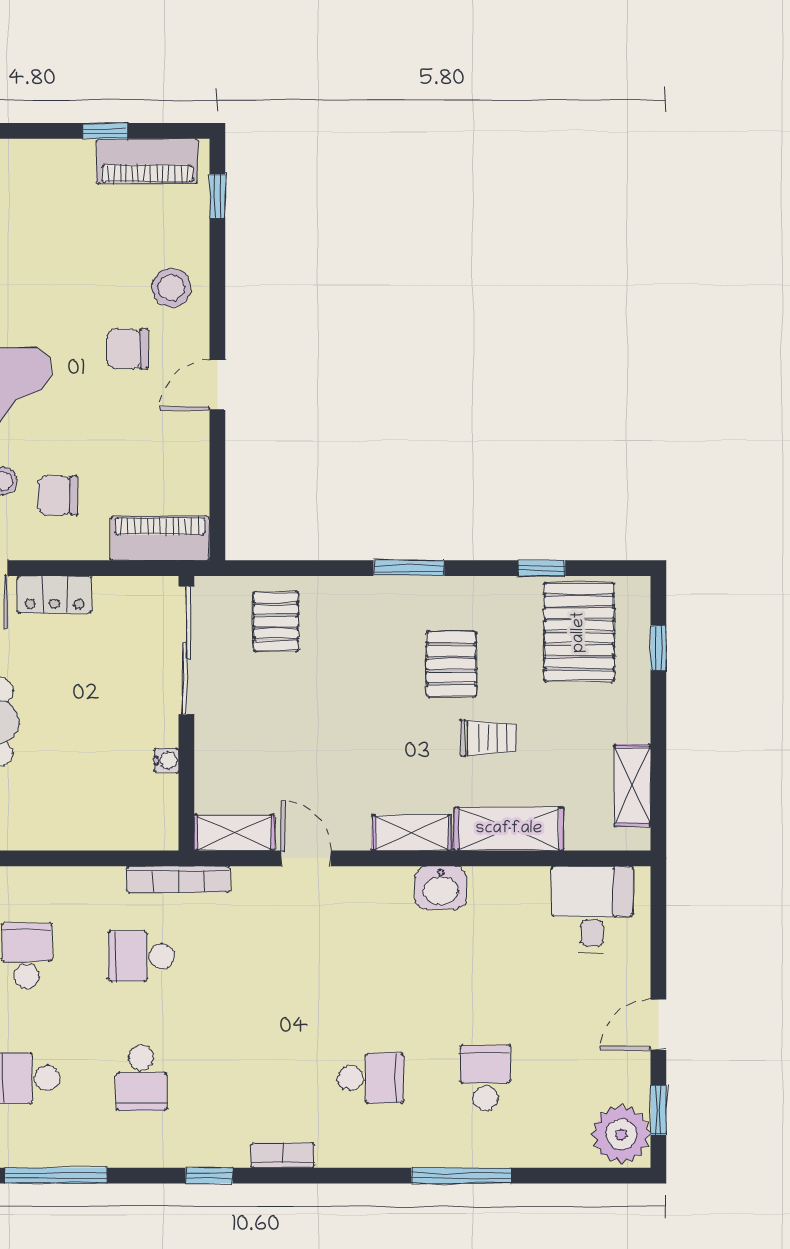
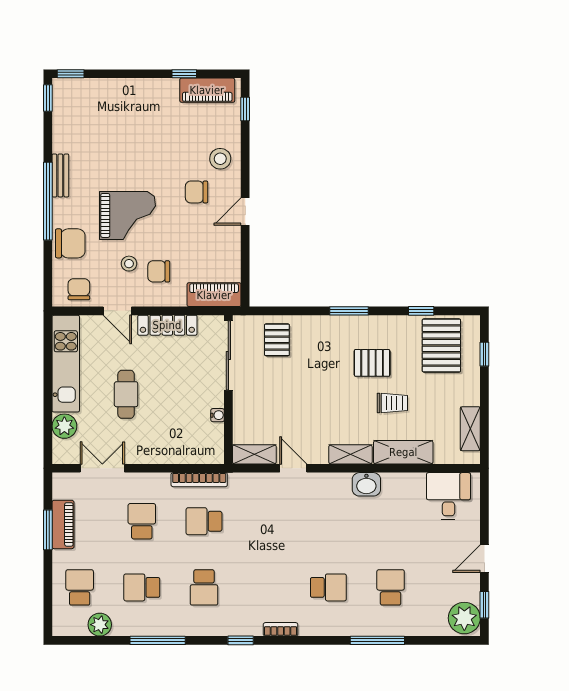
locker: (54, 595) -> (167, 325), width x1.53
pallet: (451, 664) -> (372, 363), turned 90
bookcase: (178, 879) -> (199, 480), moved

